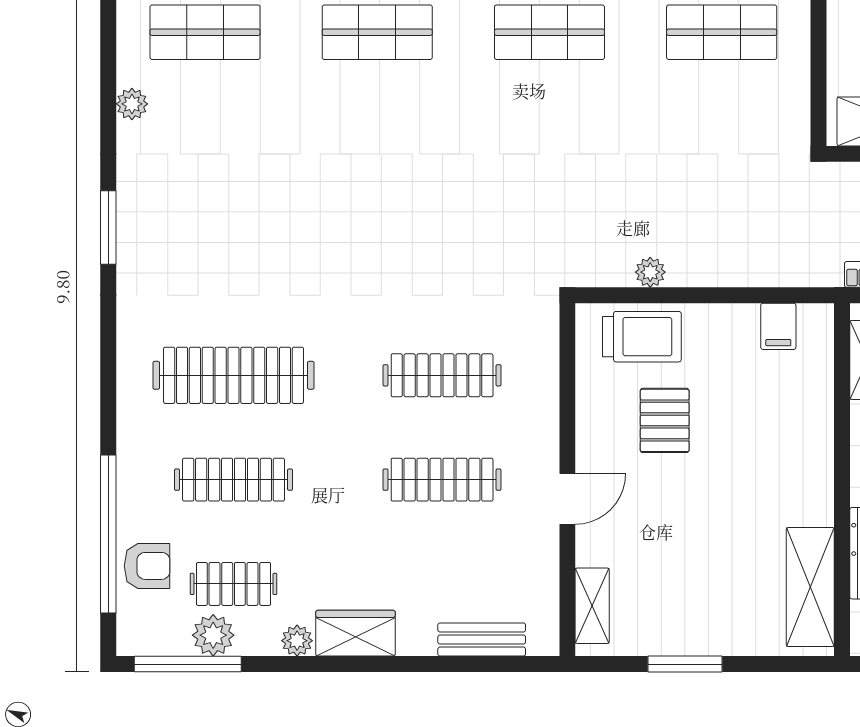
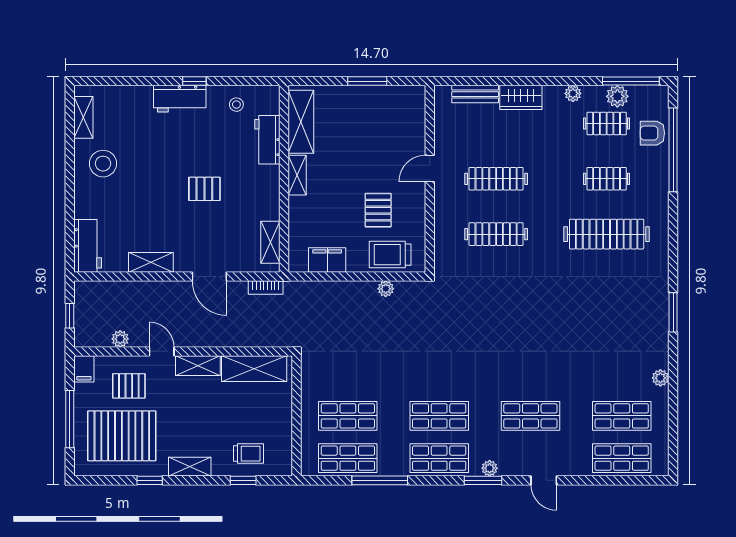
filing cabinet: (778, 326) -> (327, 260), width x2.00
clothes rail: (234, 480) -> (607, 179), width x0.73
shelving: (592, 606) -> (297, 175), moved
wardrobe: (355, 633) -> (521, 97), moved

